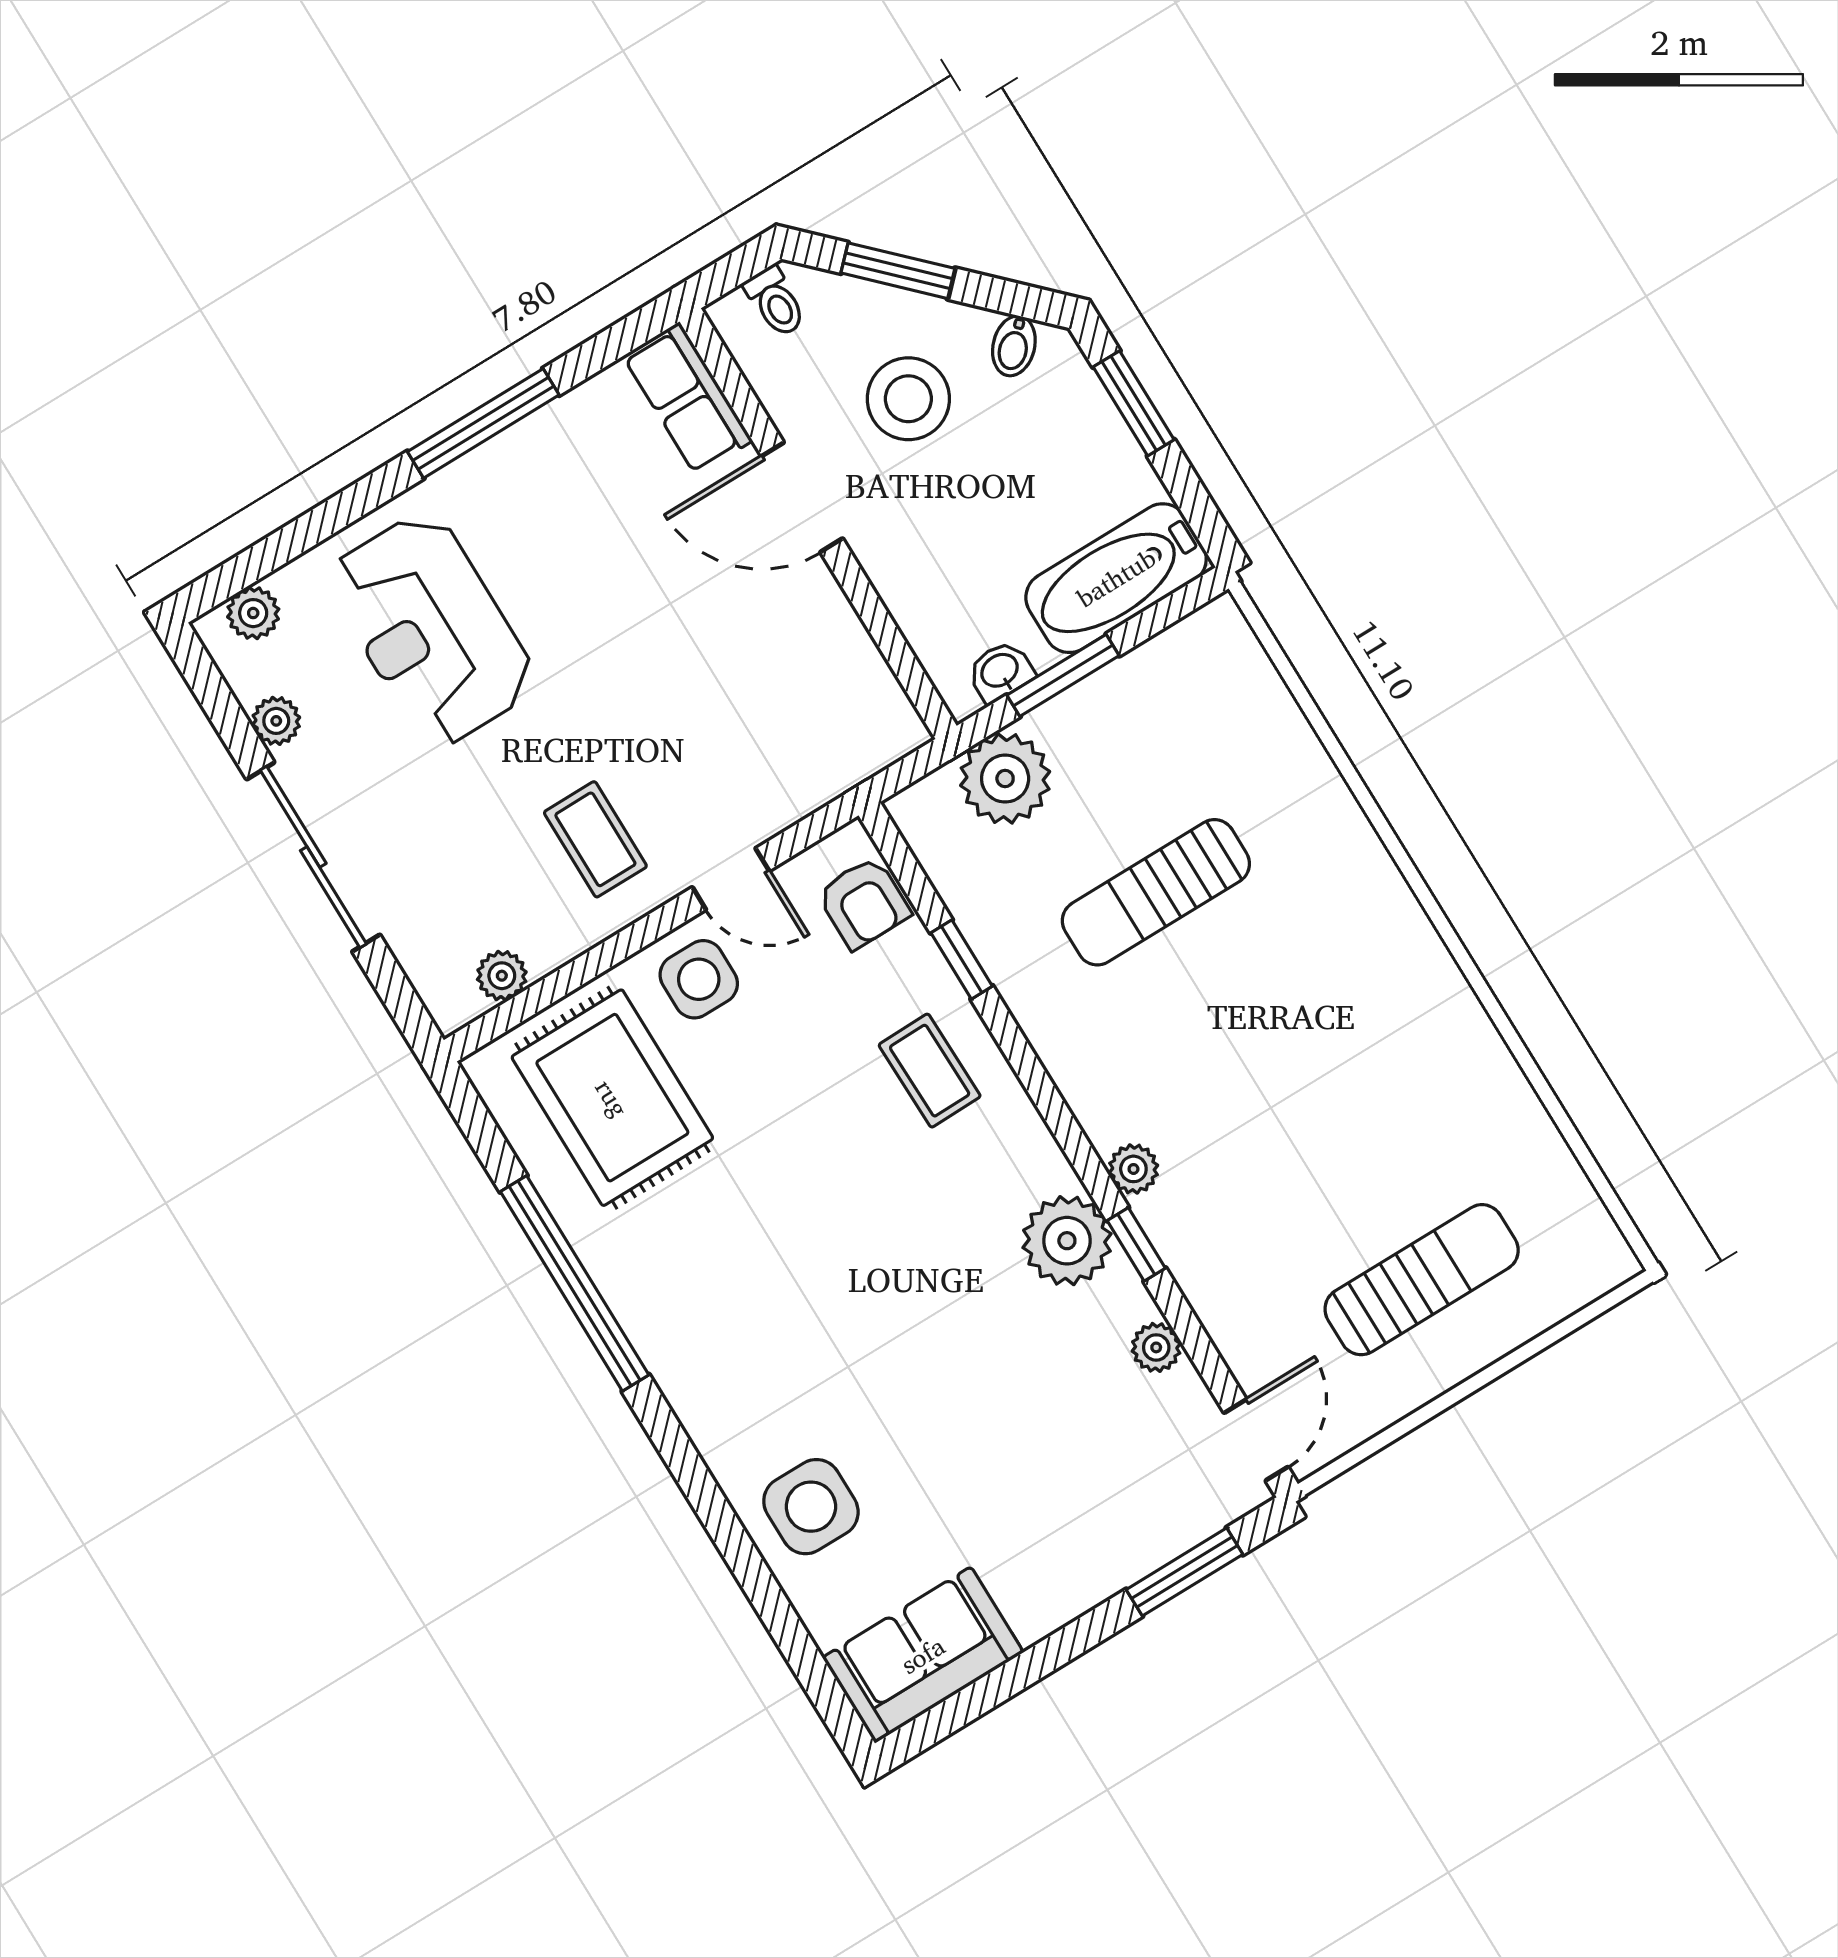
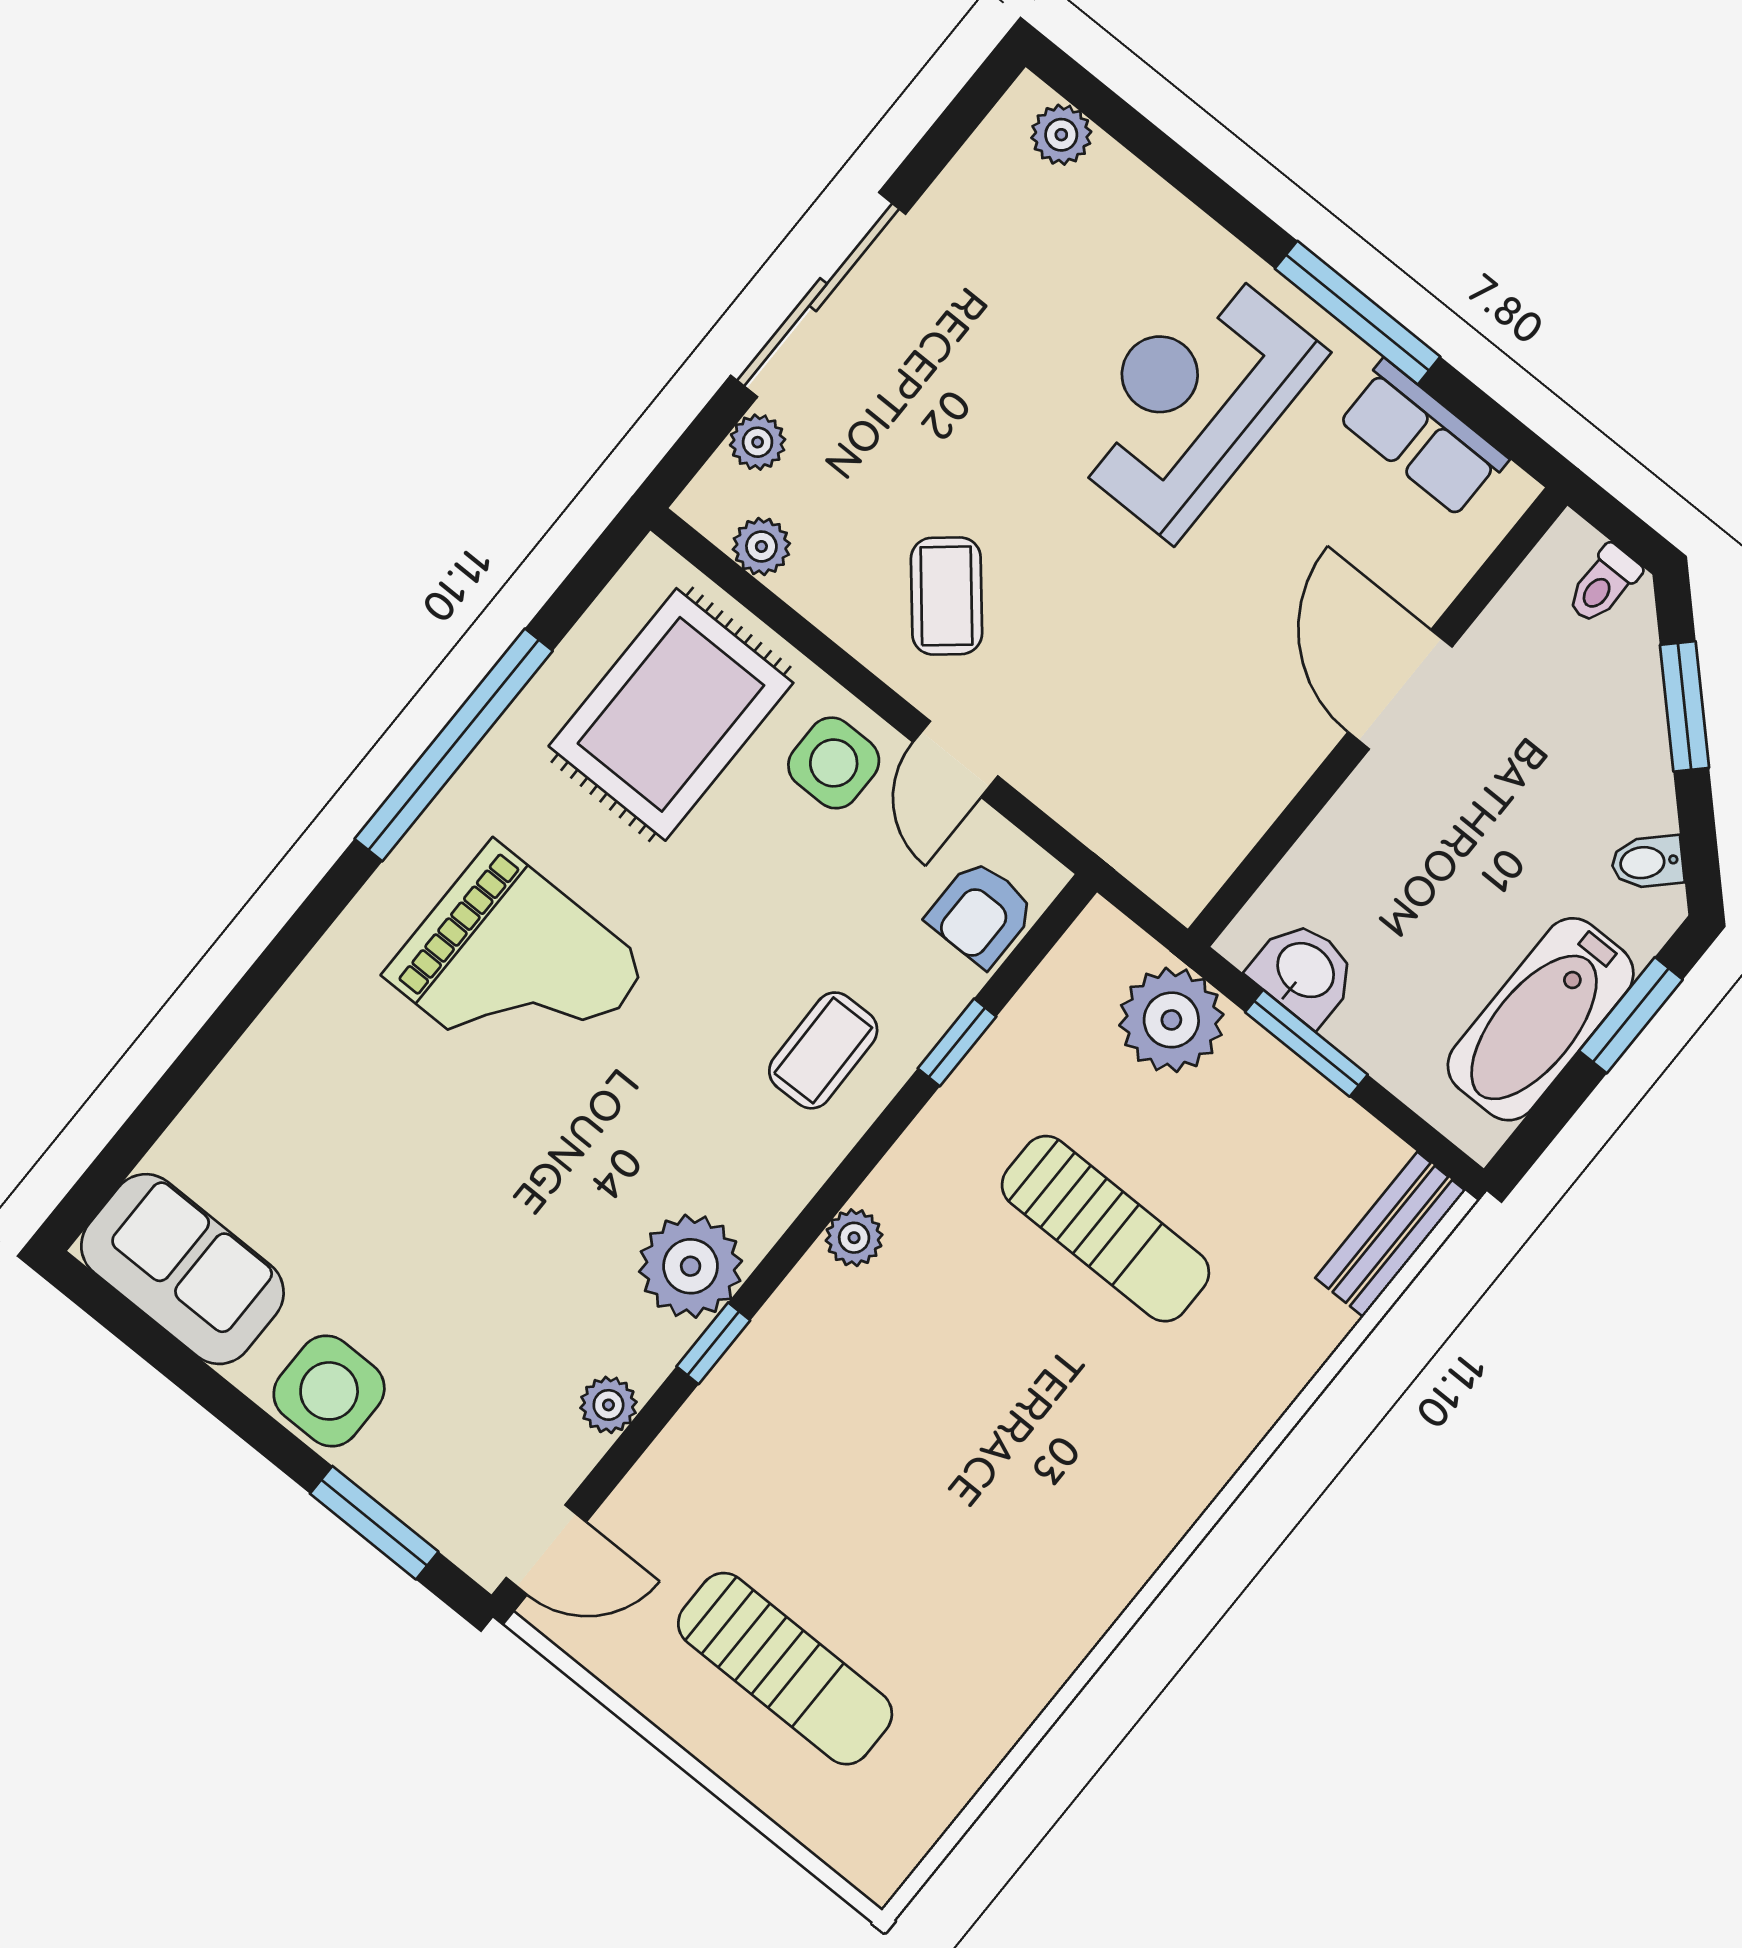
row of seats: (688, 399) -> (1422, 438), moved, turned -90
stool: (908, 399) -> (1549, 767), removed
bathtub: (1116, 578) -> (1541, 1019), moved, turned -90
reception desk: (431, 630) -> (1192, 400), moved
bench: (1243, 662) -> (1390, 1234), added
washbasin: (1000, 672) -> (1304, 972), width x1.38, depth x1.45
plant: (276, 721) -> (758, 442), moved
coffee table: (595, 839) -> (946, 596), turned -40
sun lounger: (1156, 892) -> (1105, 1229), turned 180
plant: (1133, 1169) -> (854, 1238), moved
grand piano: (776, 1297) -> (517, 971), added
side table: (811, 1507) -> (329, 1391), moved

